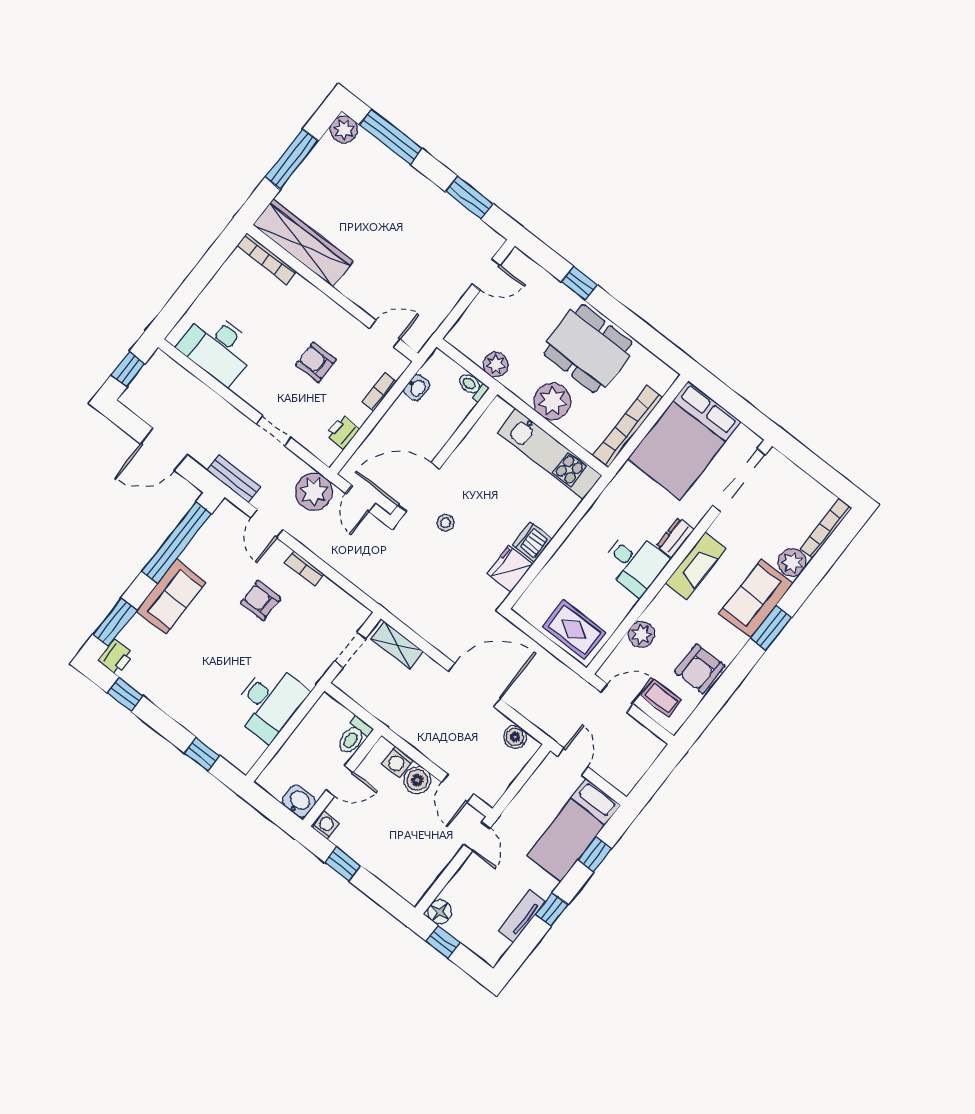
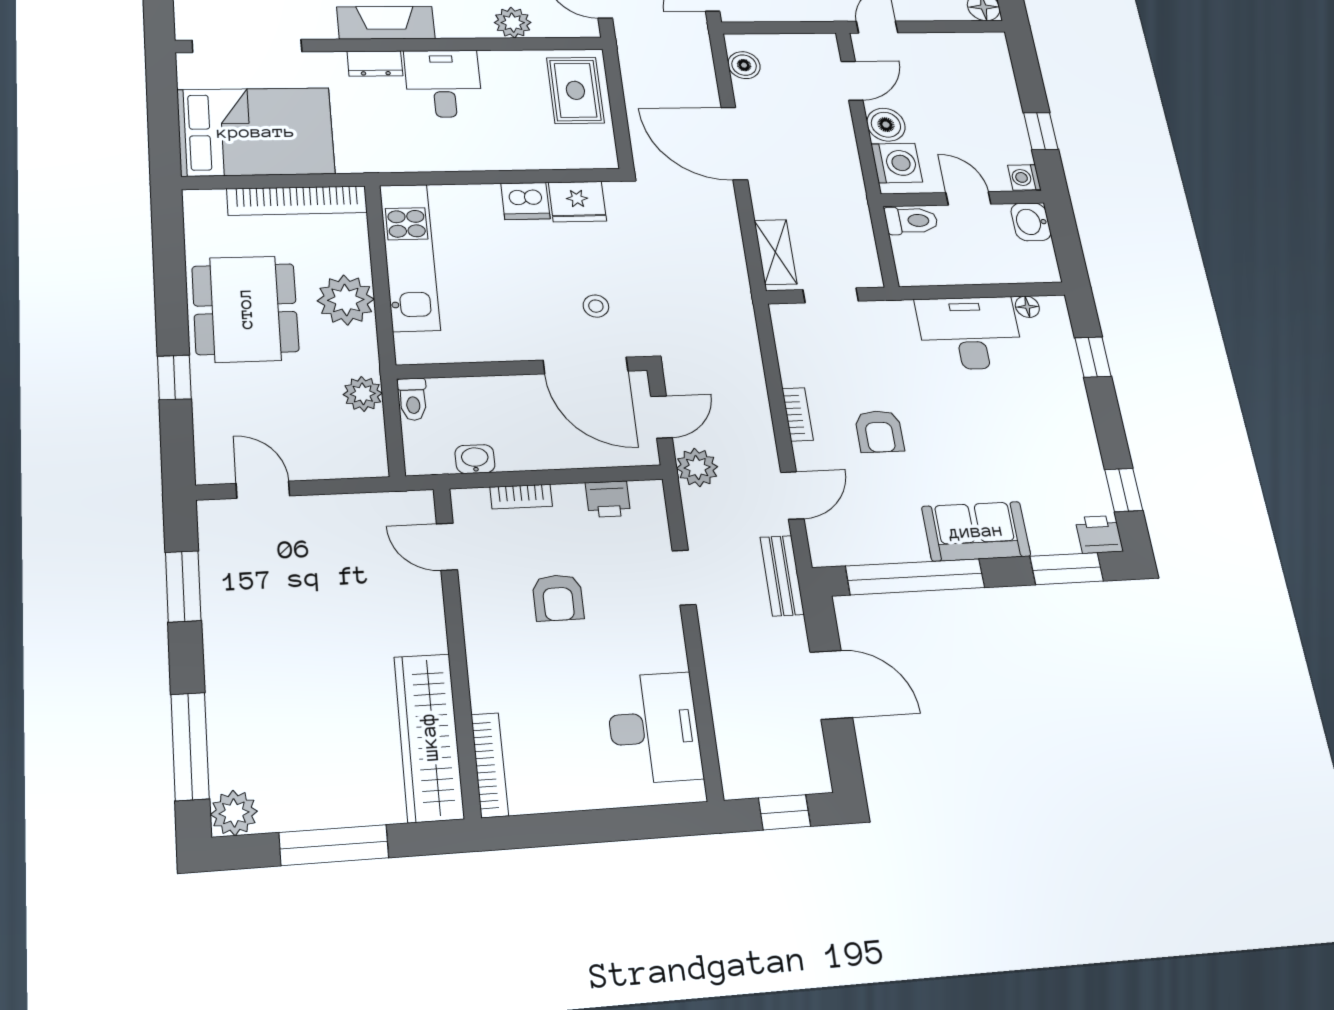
plant: (314, 492) -> (697, 467), width x0.73, depth x0.73
floor lamp: (257, 748) -> (1027, 307), added
washing machine: (397, 762) -> (897, 163), width x1.38, depth x1.38

